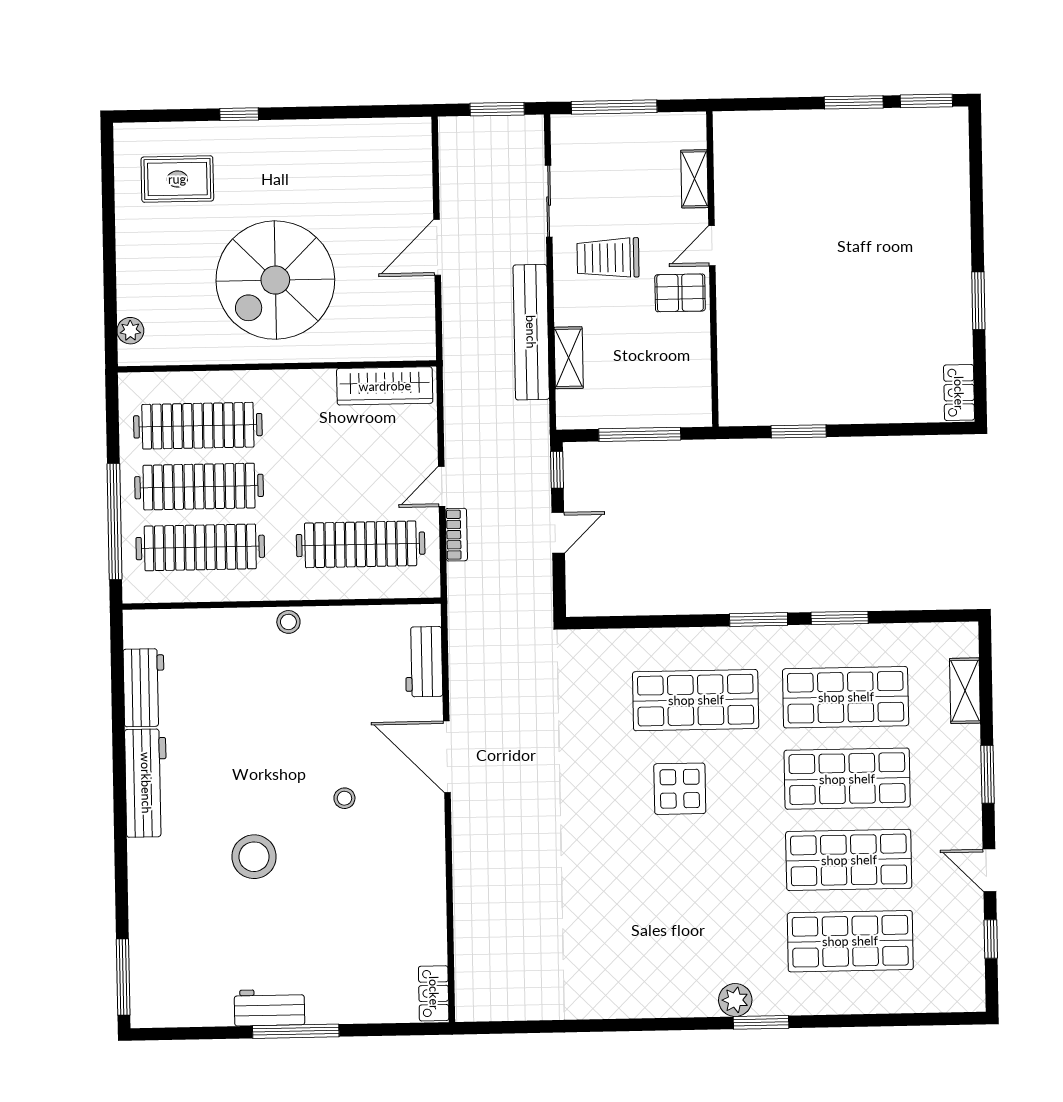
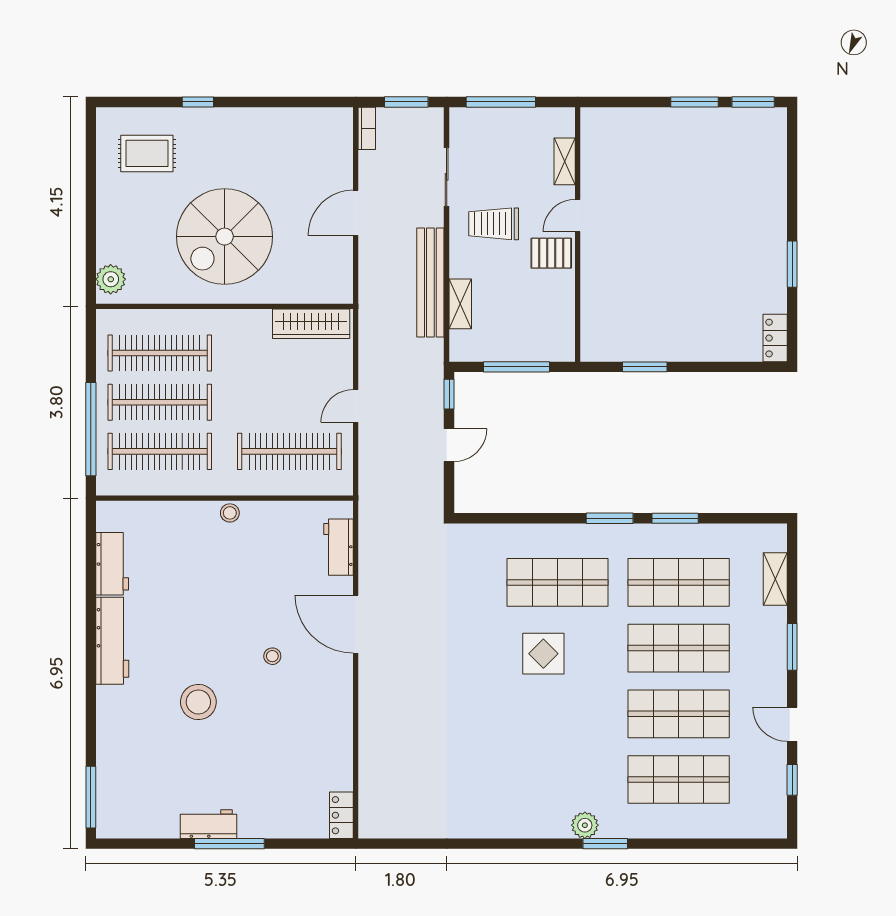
plant: (130, 331) -> (111, 279), width x1.38, depth x1.38
bookcase: (456, 535) -> (367, 128), moved

